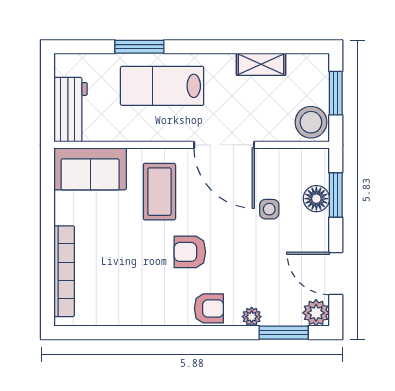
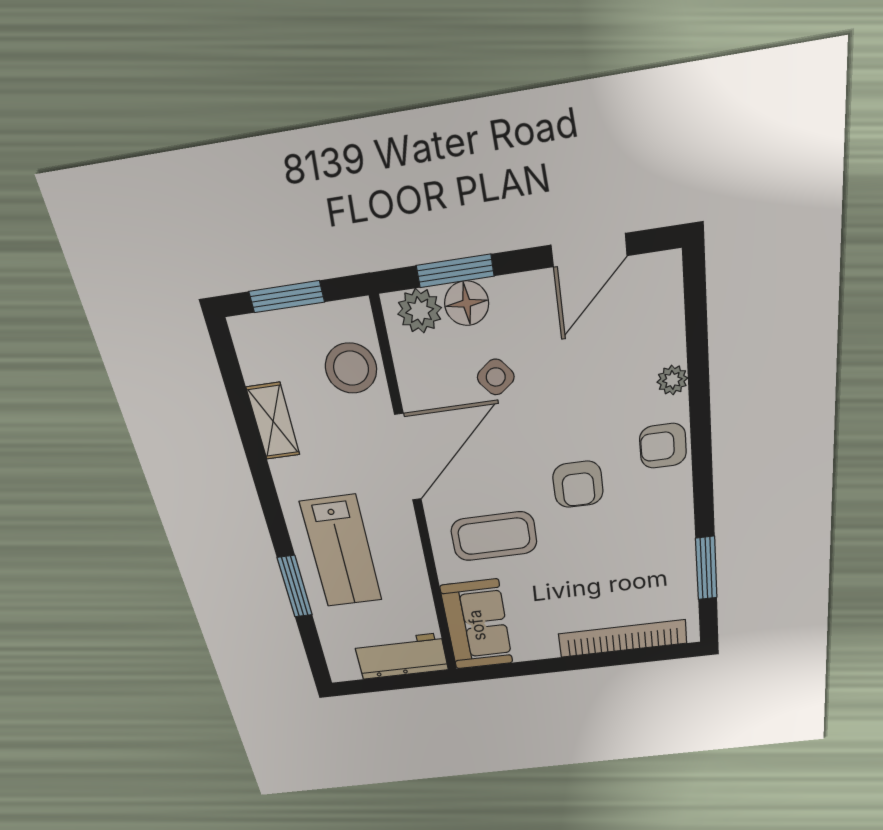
stool: (311, 122) -> (351, 368), moved
side table: (269, 209) -> (496, 377), turned -38
armchair: (209, 308) -> (663, 446), turned -90
plant: (316, 313) -> (420, 311), moved
window: (284, 333) -> (706, 568), moved

